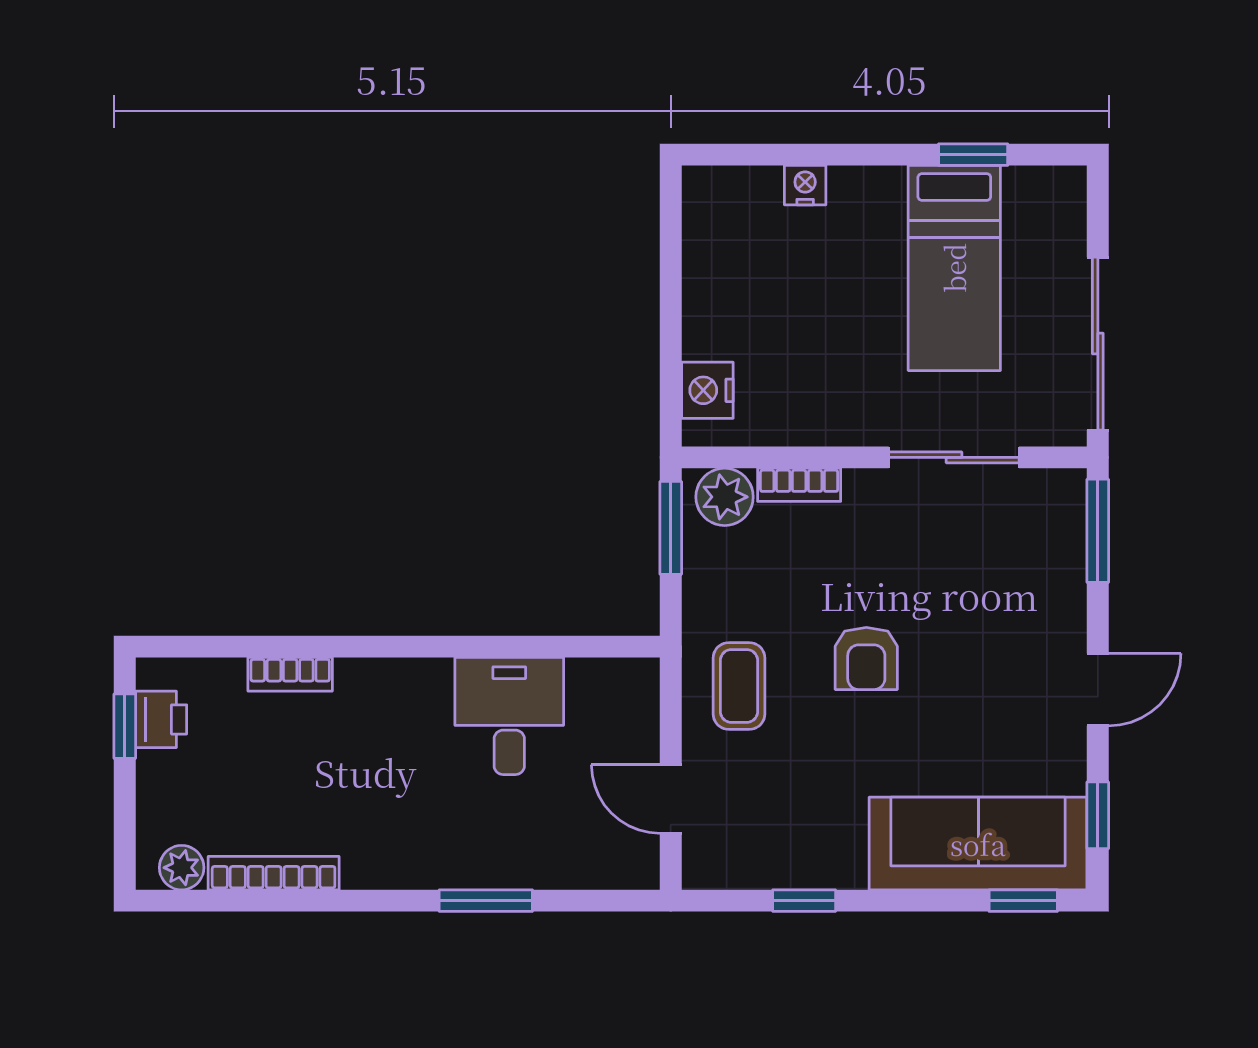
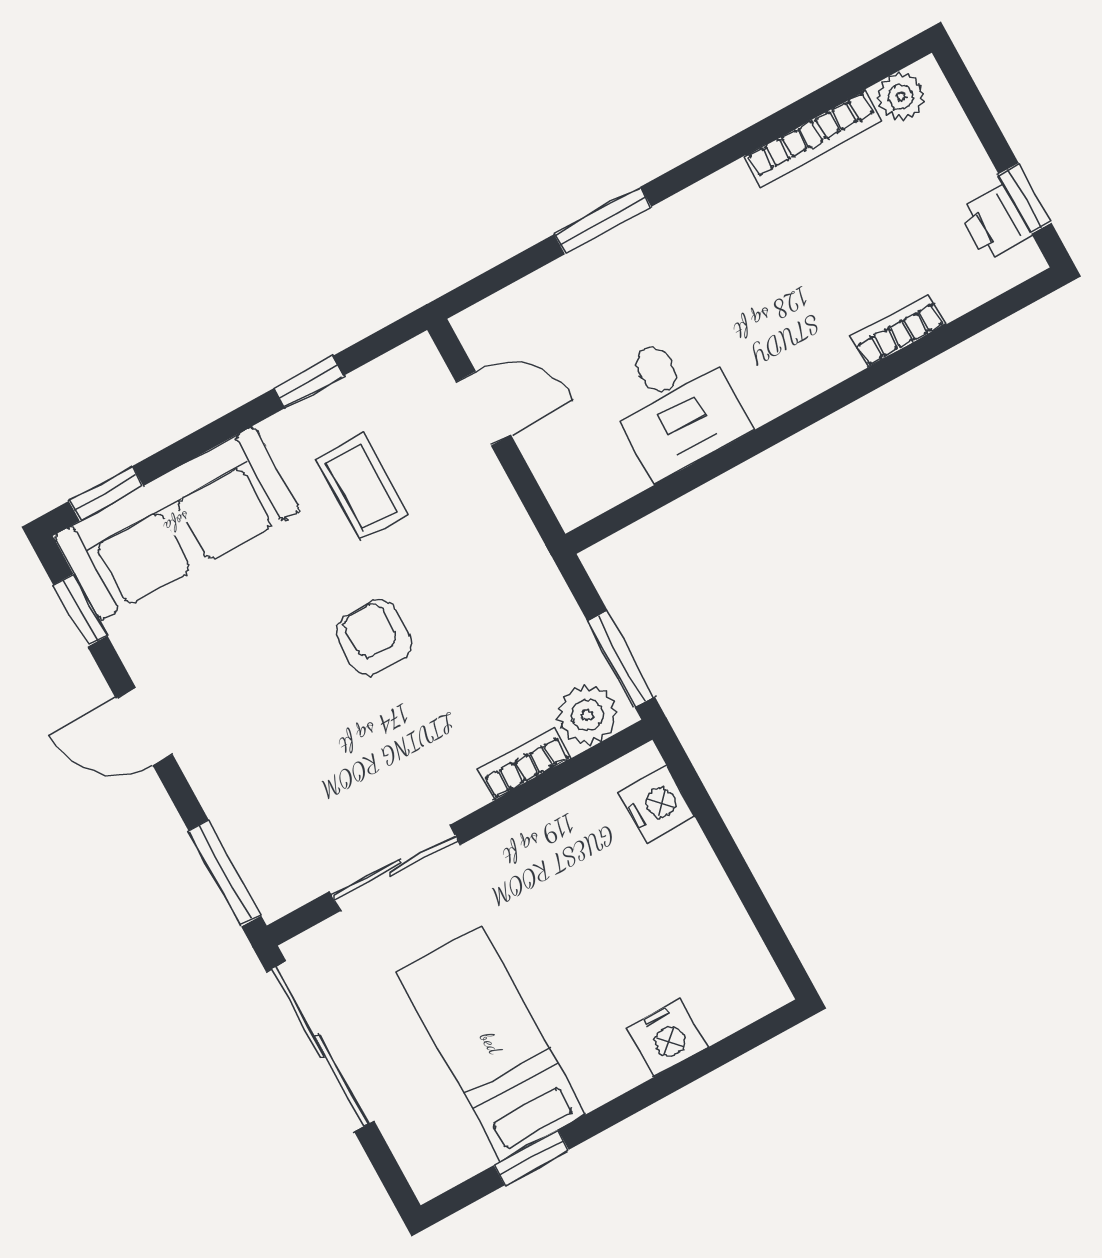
nightstand: (805, 185) -> (668, 1038), width x1.39, depth x1.35
coffee table: (739, 686) -> (362, 487), moved
door: (1098, 690) -> (144, 726), hinge flipped

